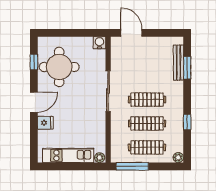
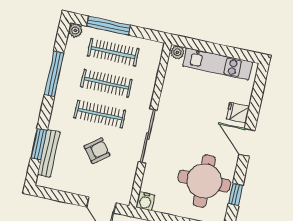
armchair: (143, 72) -> (97, 151), added
door: (34, 102) -> (247, 142), hinge flipped
window: (187, 122) -> (54, 74), width x2.17
window: (132, 166) -> (109, 26), moved

